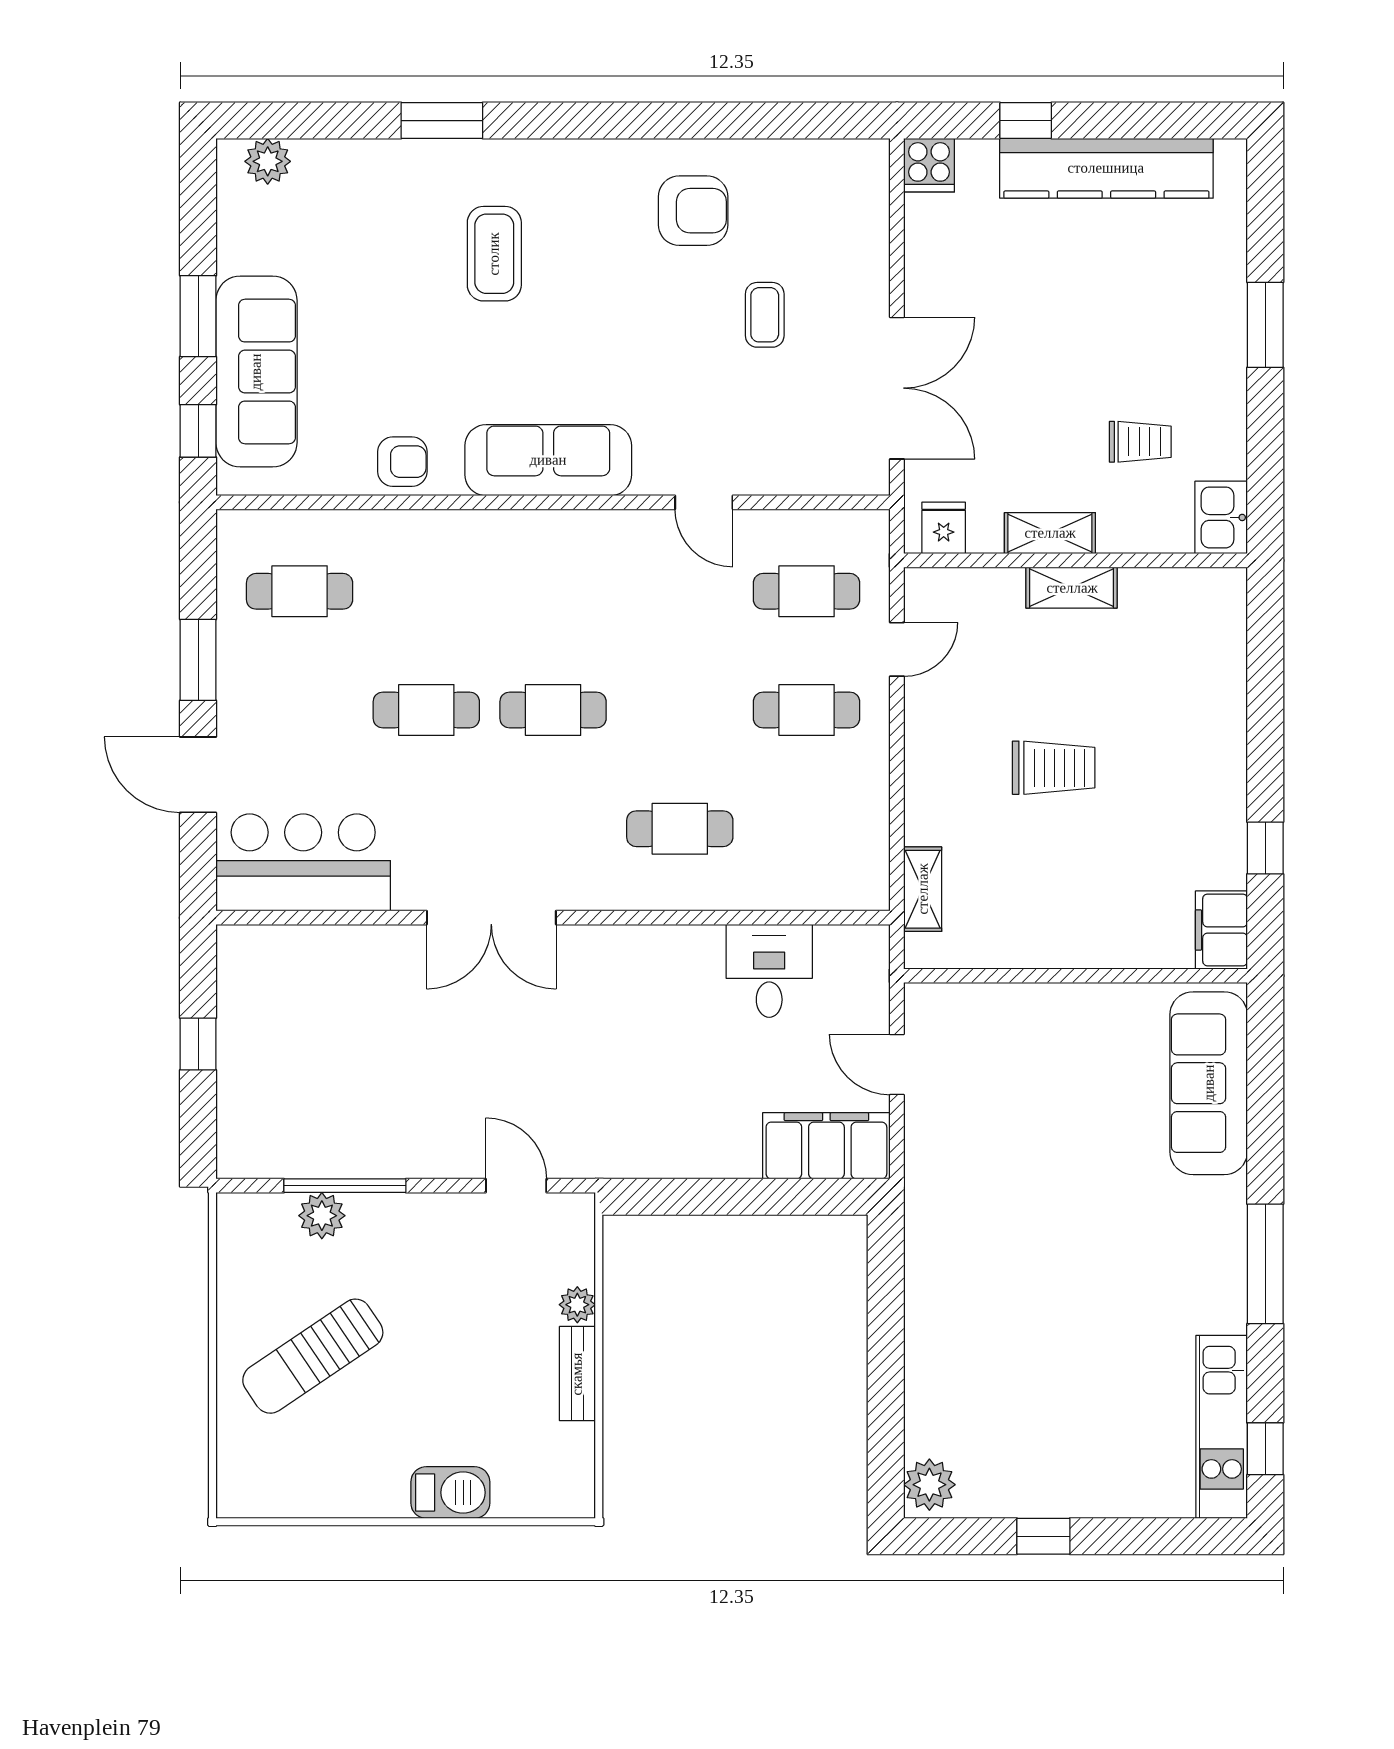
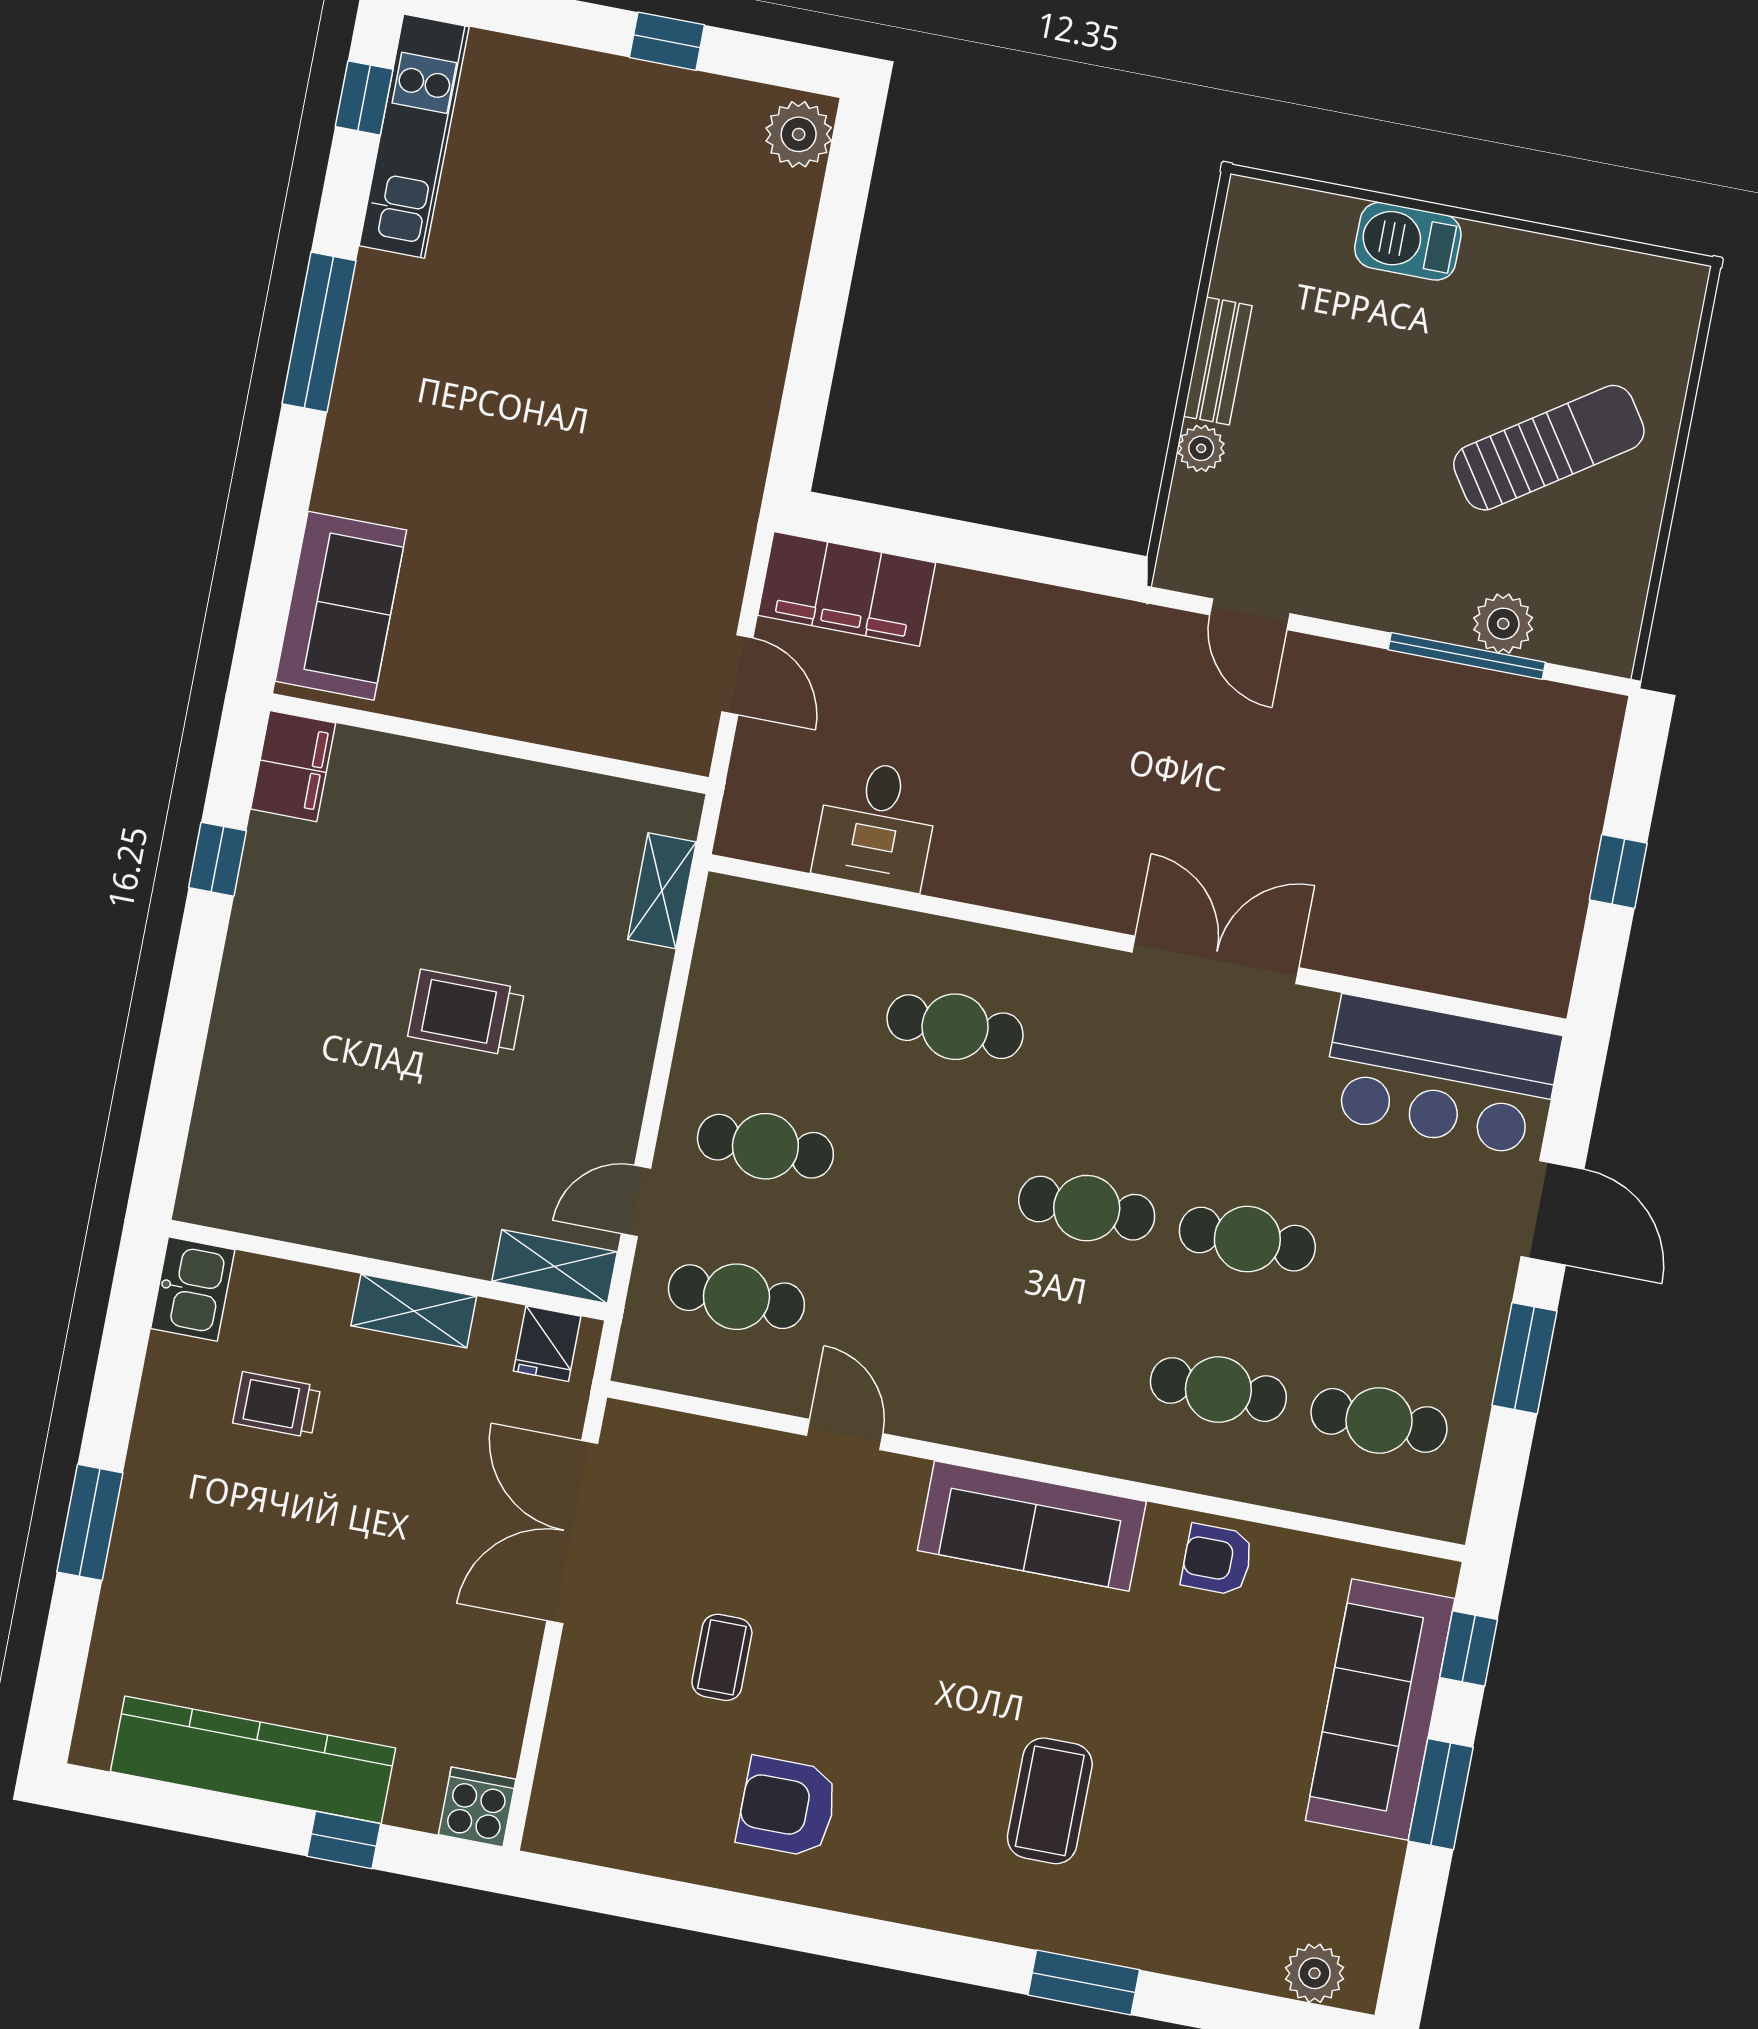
shelving: (1072, 588) -> (555, 1267), moved
cafe table: (426, 591) -> (1218, 1390), added
sofa: (1209, 1083) -> (341, 606), width x0.73

